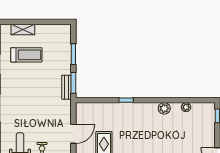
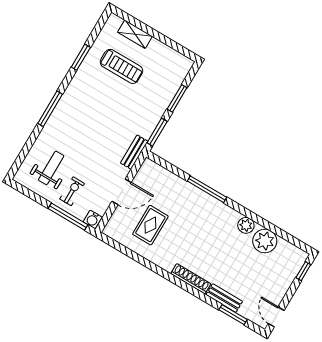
bench: (66, 87) -> (134, 152), moved
window: (126, 100) -> (207, 189), width x2.17
plant: (186, 107) -> (265, 241), width x1.87, depth x1.87

